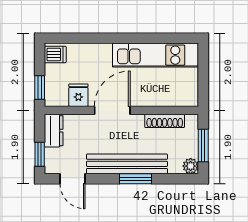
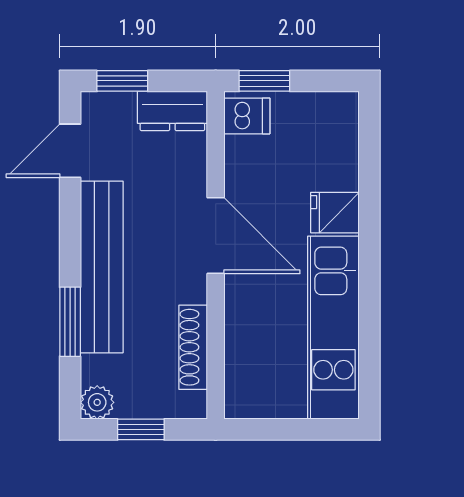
dishwasher: (55, 54) -> (247, 116), moved, turned -90
fridge: (78, 95) -> (335, 213), moved, turned 180
window: (203, 145) -> (141, 429), width x0.67
window: (135, 179) -> (70, 322), moved

